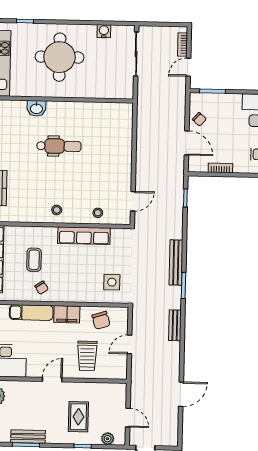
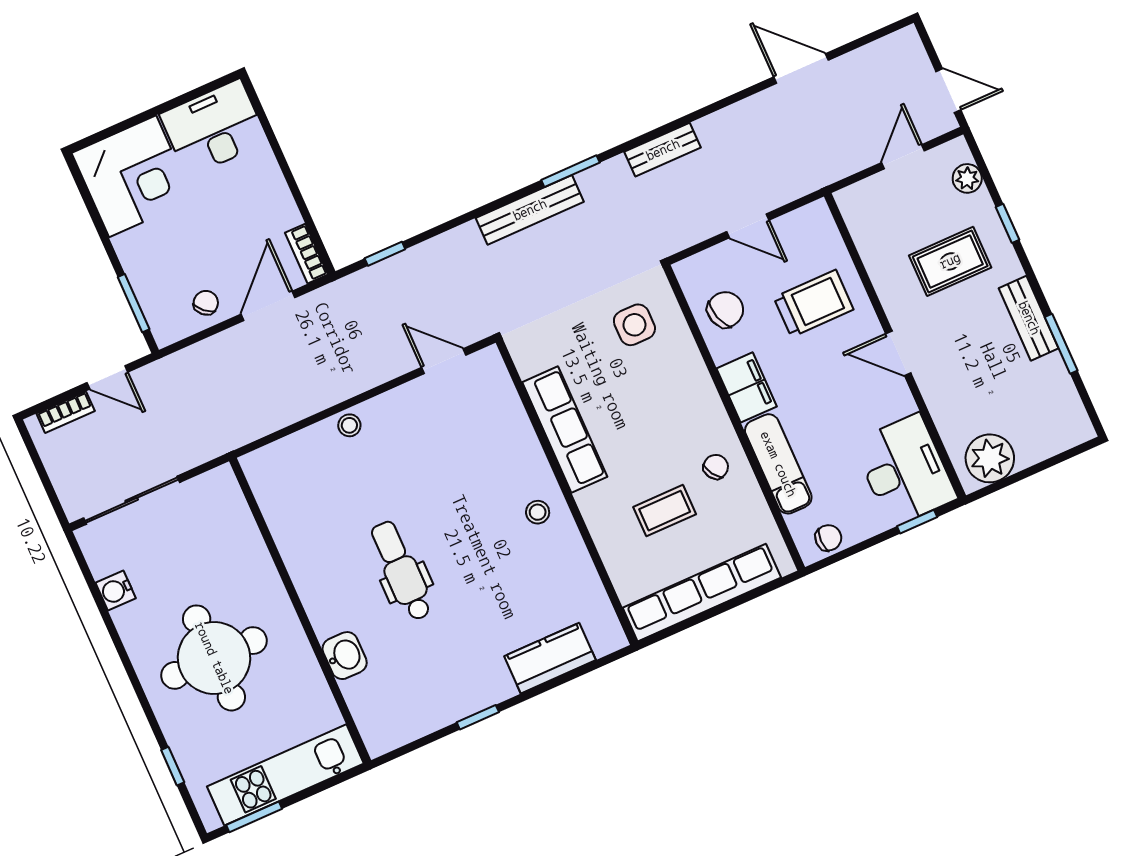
bookcase: (220, 168) -> (306, 254), moved
stool: (98, 213) -> (349, 425), moved
bench: (28, 437) -> (1029, 318), moved

